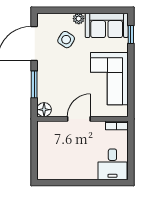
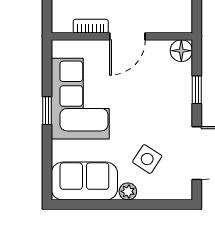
window: (131, 35) -> (47, 111), moved
window: (34, 84) -> (197, 90), width x0.67
bookcase: (117, 125) -> (91, 26), moved

